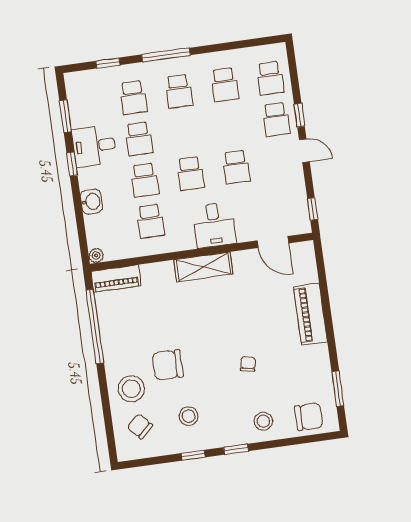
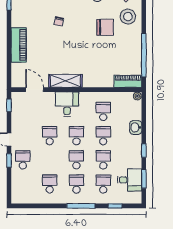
school desk: (270, 78) -> (76, 160), moved
desk: (94, 146) -> (130, 180), moved
shelving: (203, 267) -> (65, 81), moved

